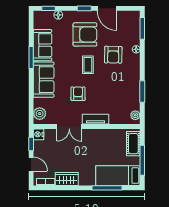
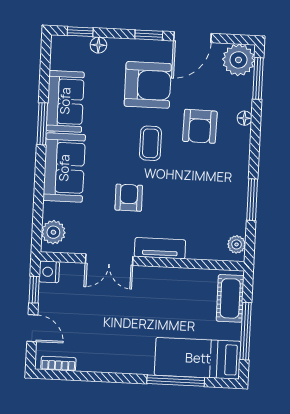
door: (107, 8) -> (192, 37), hinge flipped
plant: (132, 19) -> (238, 60), added
wardrobe: (67, 179) -> (99, 360), removed

